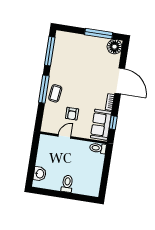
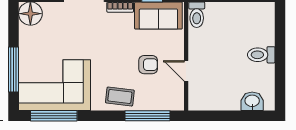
window: (99, 34) -> (14, 69), moved
corner sofa: (68, 54) -> (54, 85), added
window: (44, 89) -> (147, 116), moved

